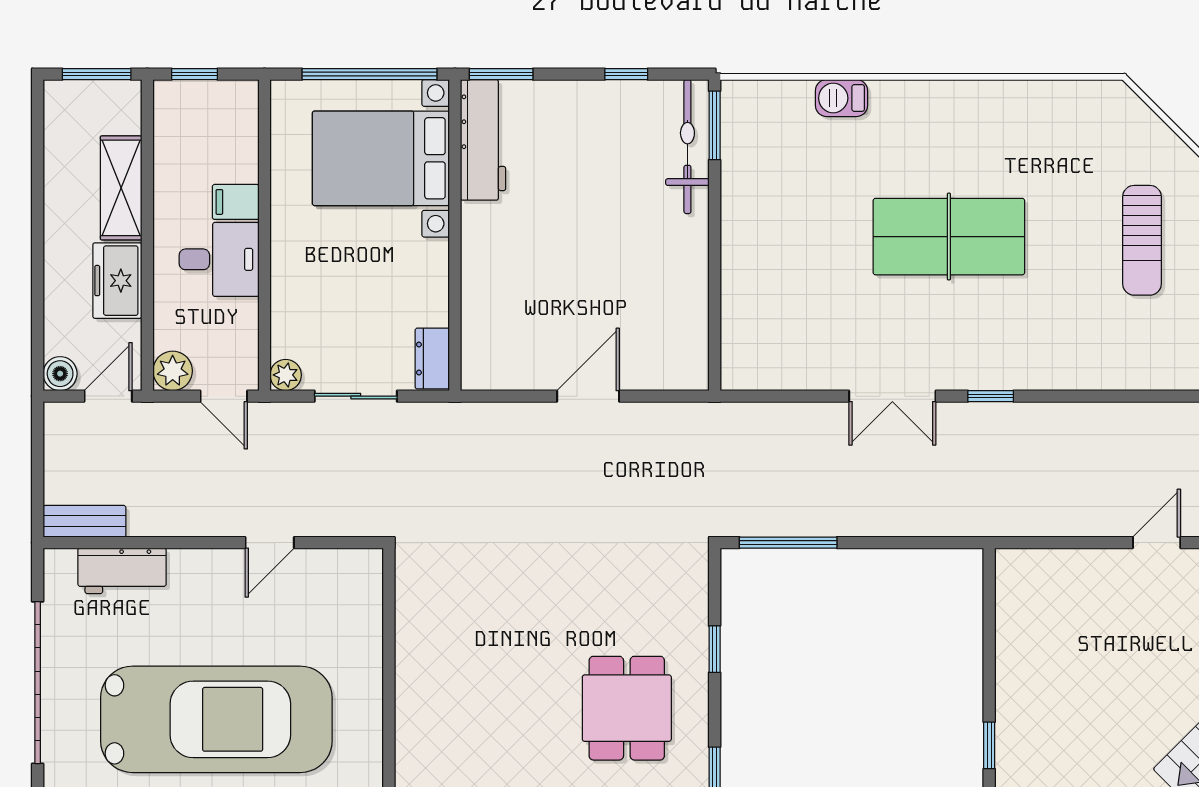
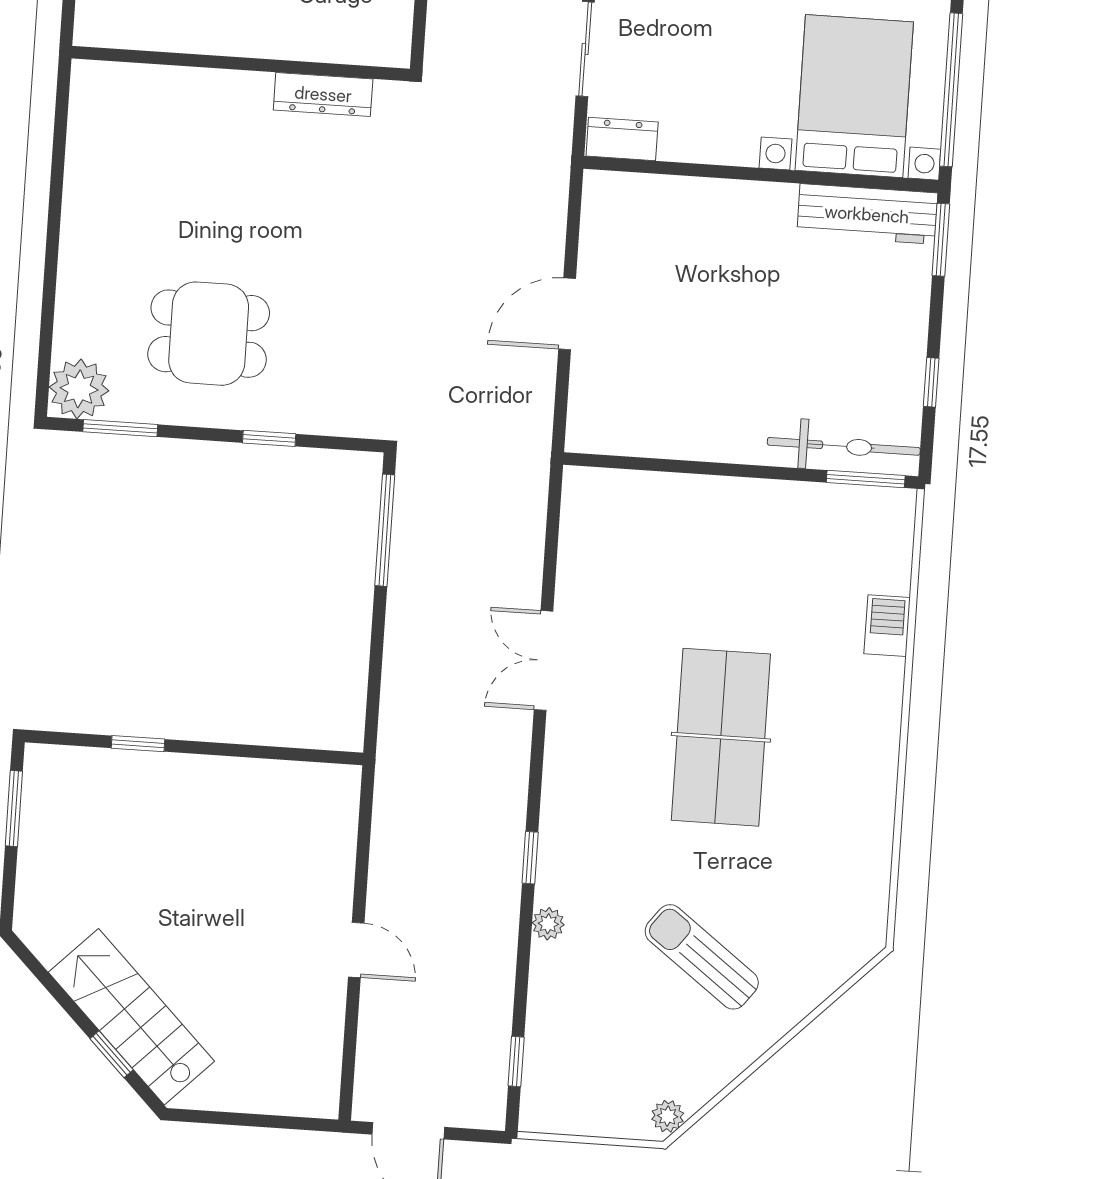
sun lounger: (1142, 240) -> (702, 957), turned 37
plant: (1122, 376) -> (548, 924), added
door: (588, 396) -> (567, 314), swing flipped
window: (991, 396) -> (530, 858), moved
dresser: (411, 622) -> (323, 94), added

